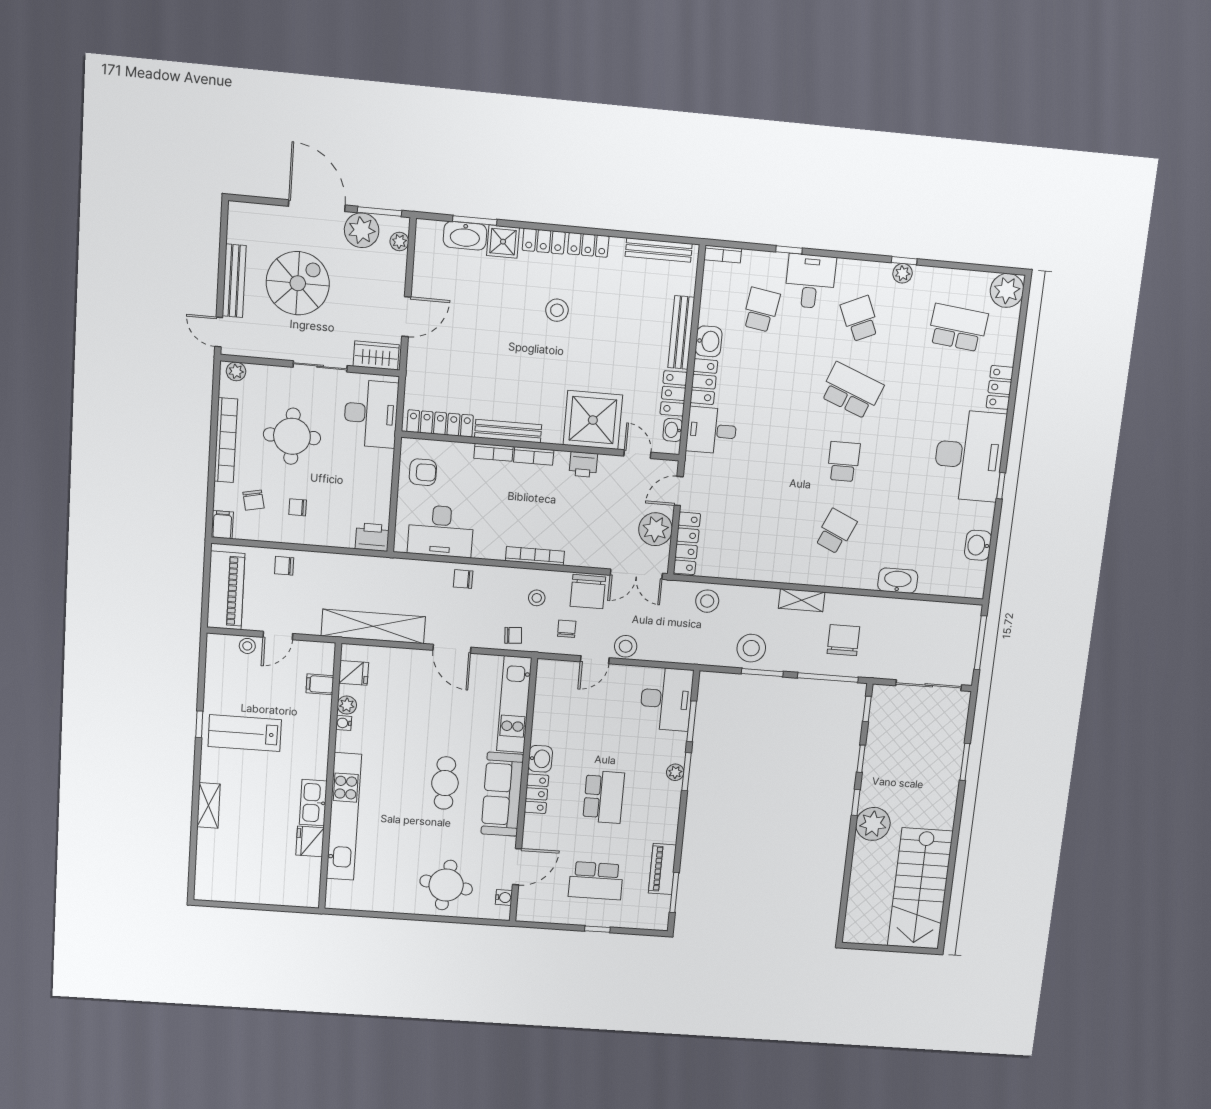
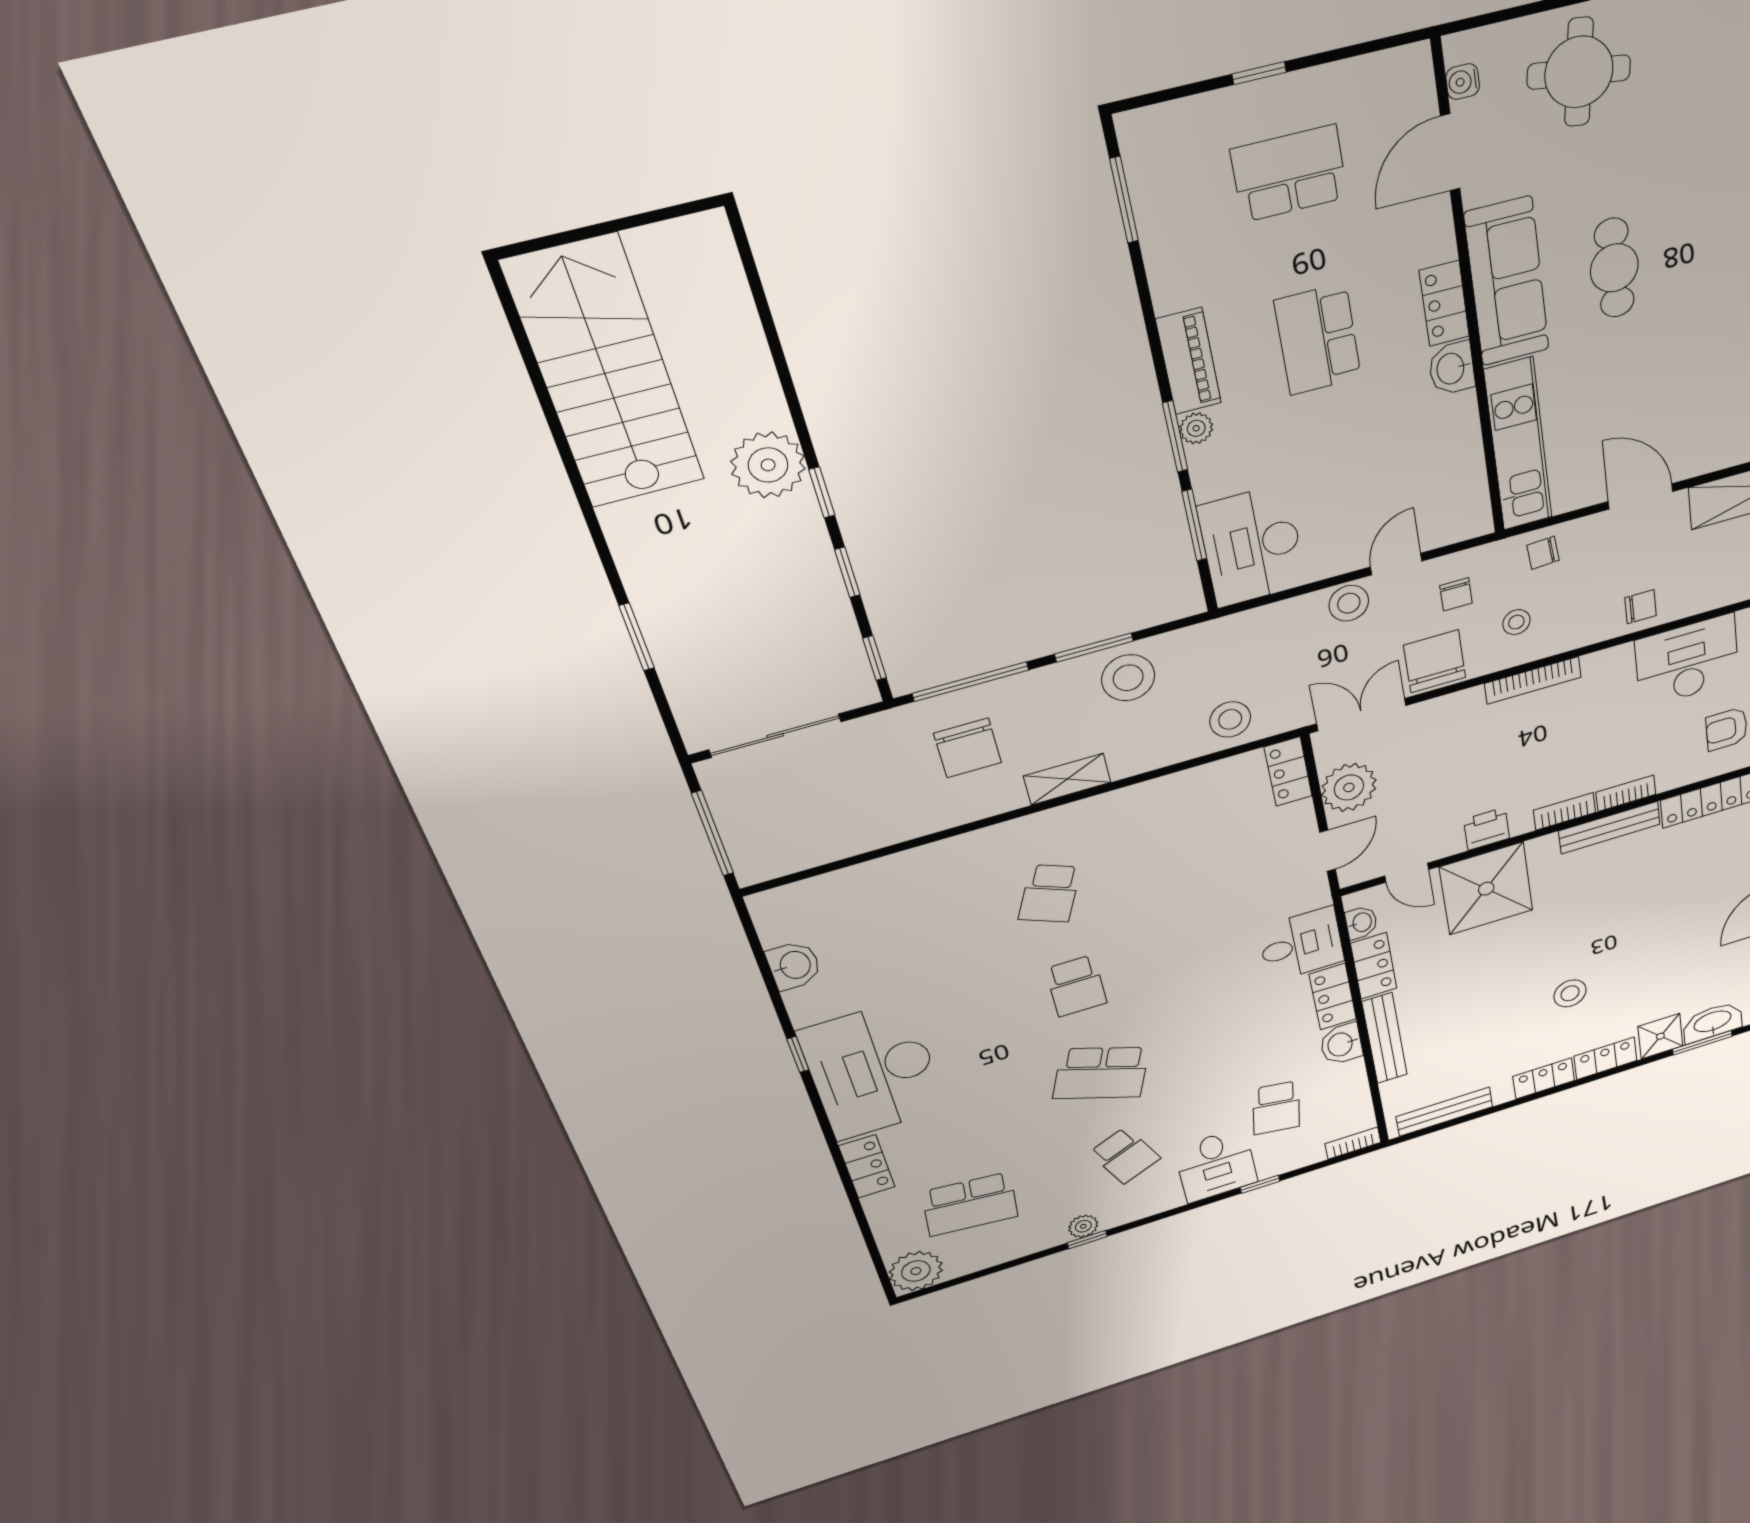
locker: (687, 543) -> (1288, 772), width x0.66
washbasin: (898, 581) -> (911, 867), removed
piano: (662, 869) -> (1189, 361), moved

